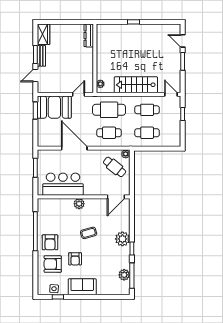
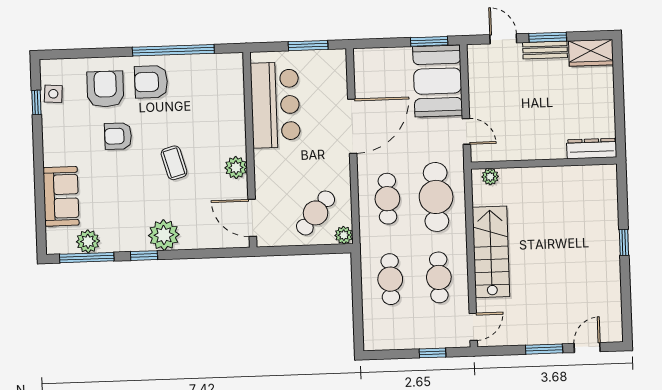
plant: (79, 204) -> (236, 168), moved
sofa: (82, 287) -> (61, 196), moved

